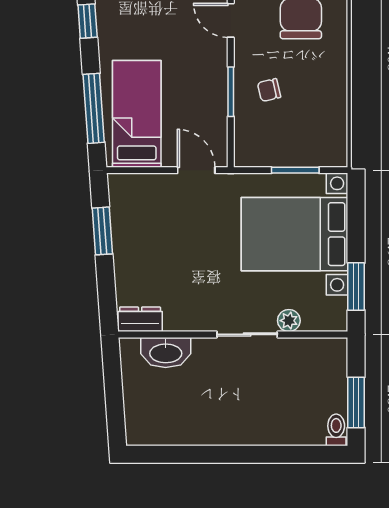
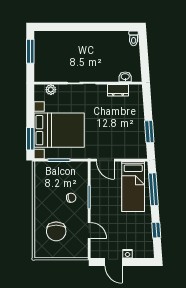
window: (356, 287) -> (30, 139), moved
dresser: (140, 319) -> (118, 90), moved
plant: (289, 321) -> (51, 90), moved
washbasin: (166, 352) -> (125, 77), width x0.52, depth x0.69
toilet: (336, 430) -> (134, 38), moved

